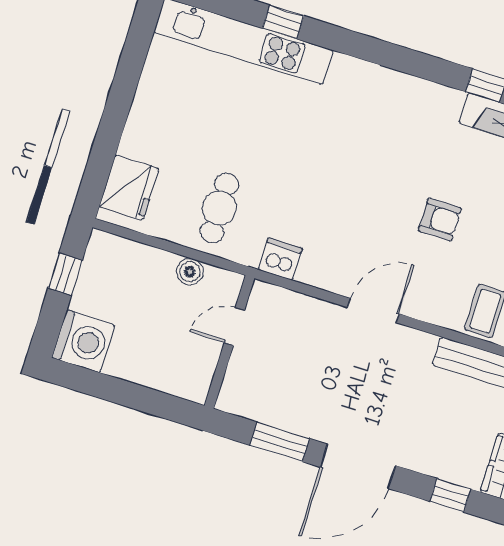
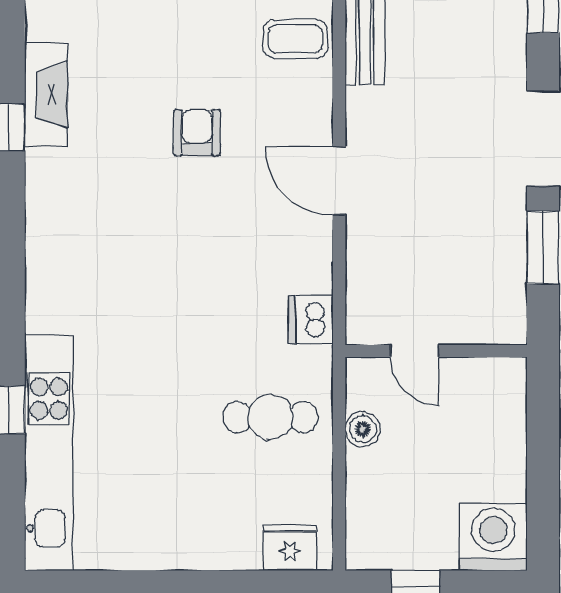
fridge: (129, 188) -> (290, 548), width x0.73, depth x0.75

